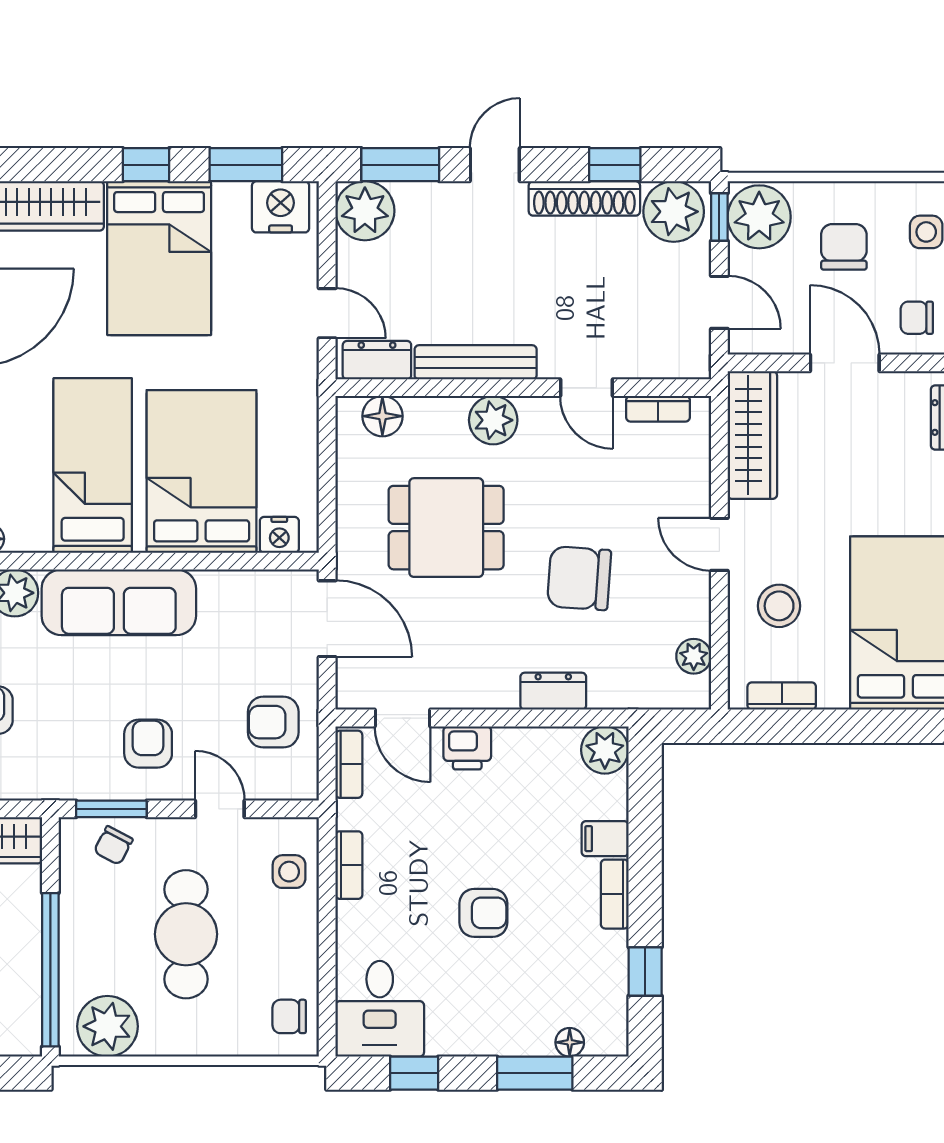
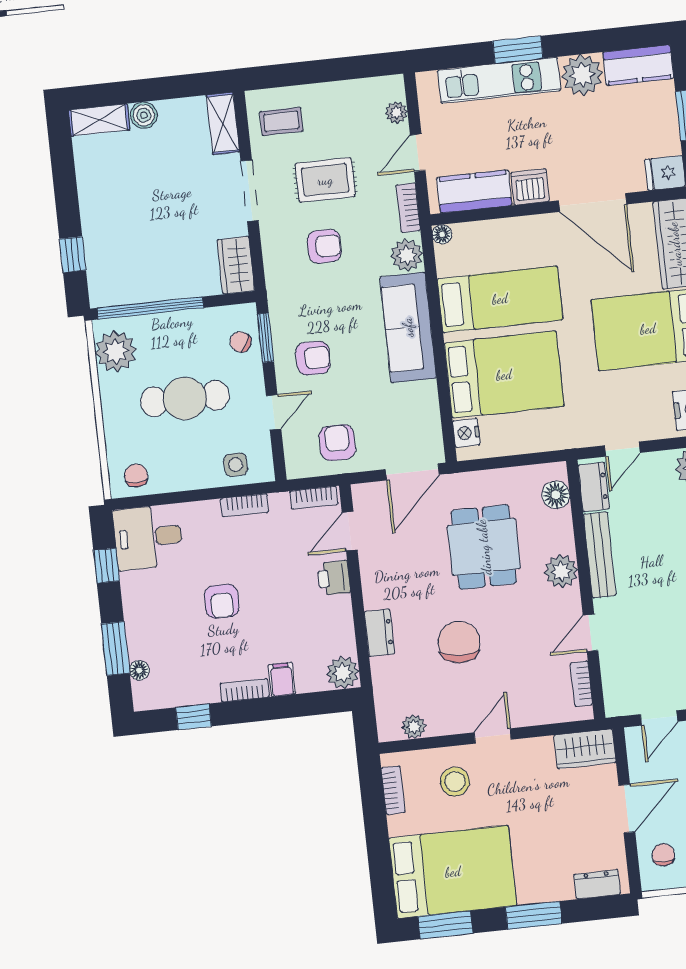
wardrobe: (752, 435) -> (585, 749), width x0.67

